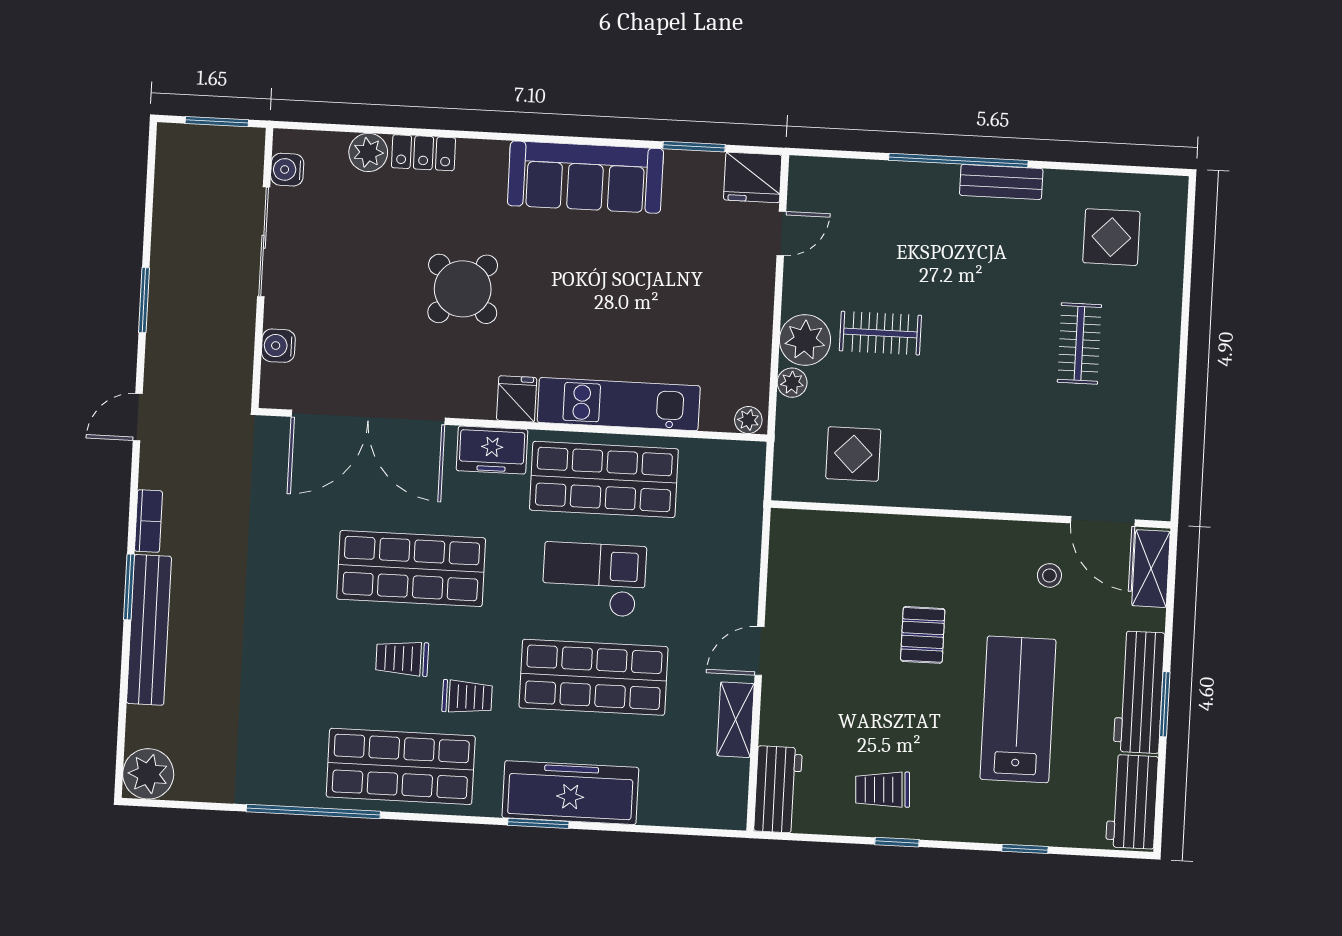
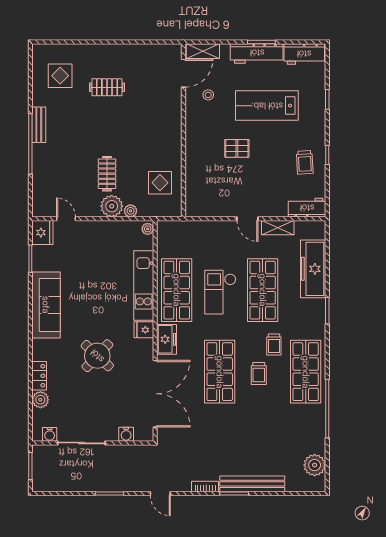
trolley: (467, 697) -> (274, 344), turned 180
plant: (148, 774) -> (315, 465), moved
freezer: (570, 793) -> (313, 269), moved

